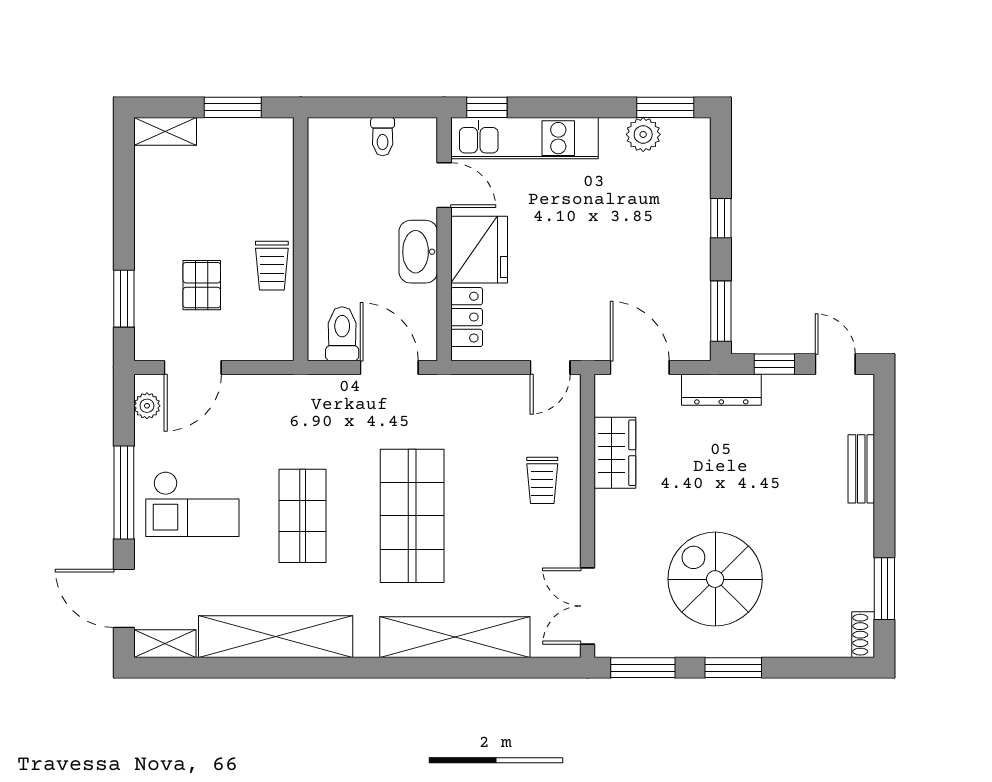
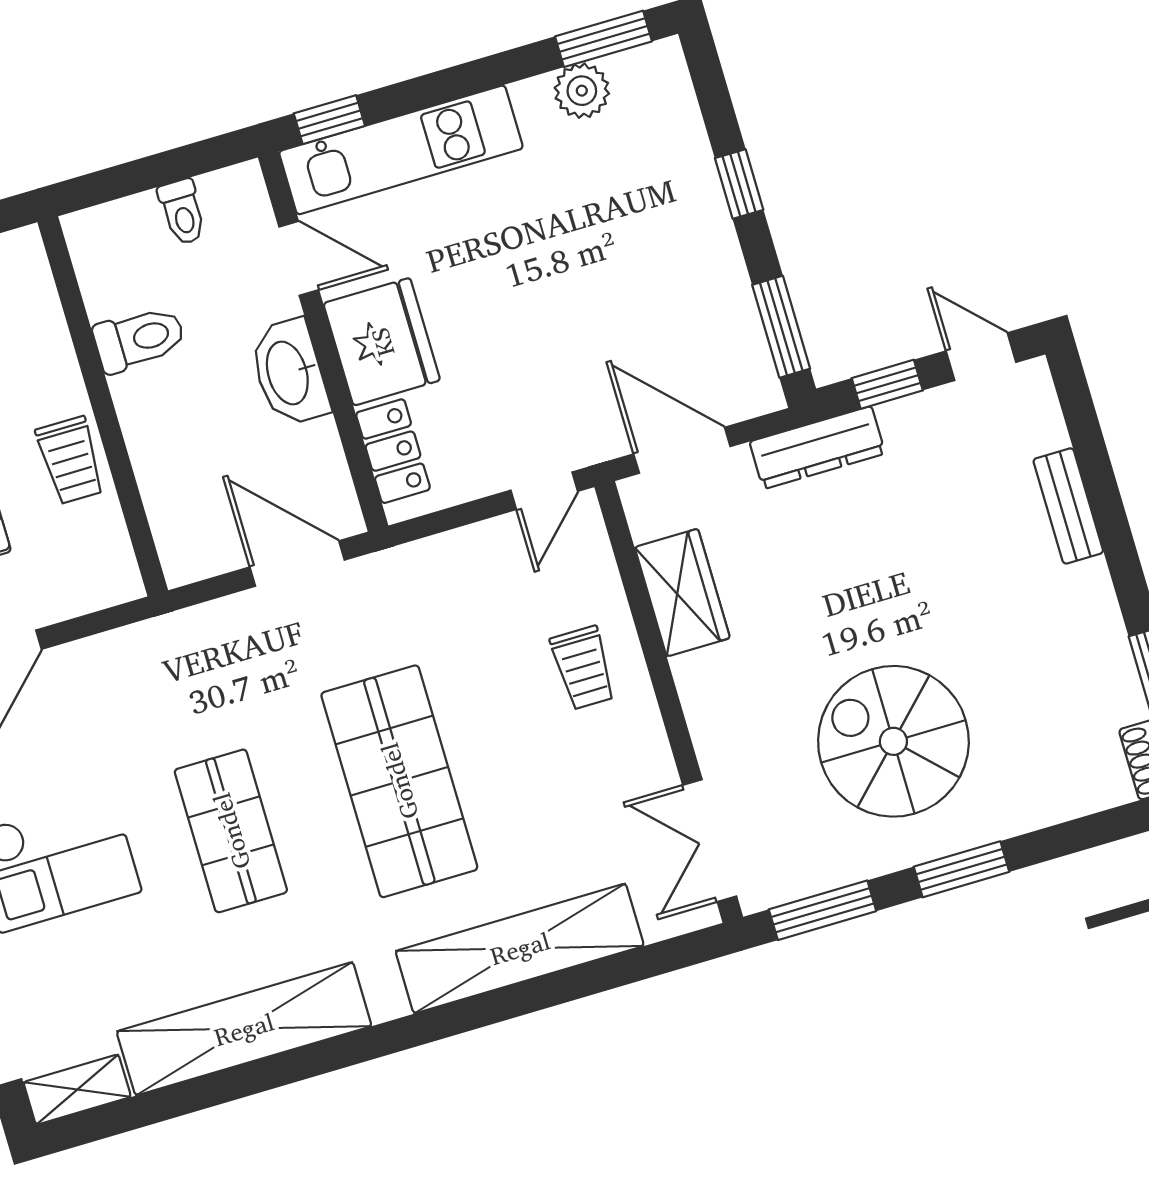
toilet: (342, 334) -> (139, 339), moved, turned 90

